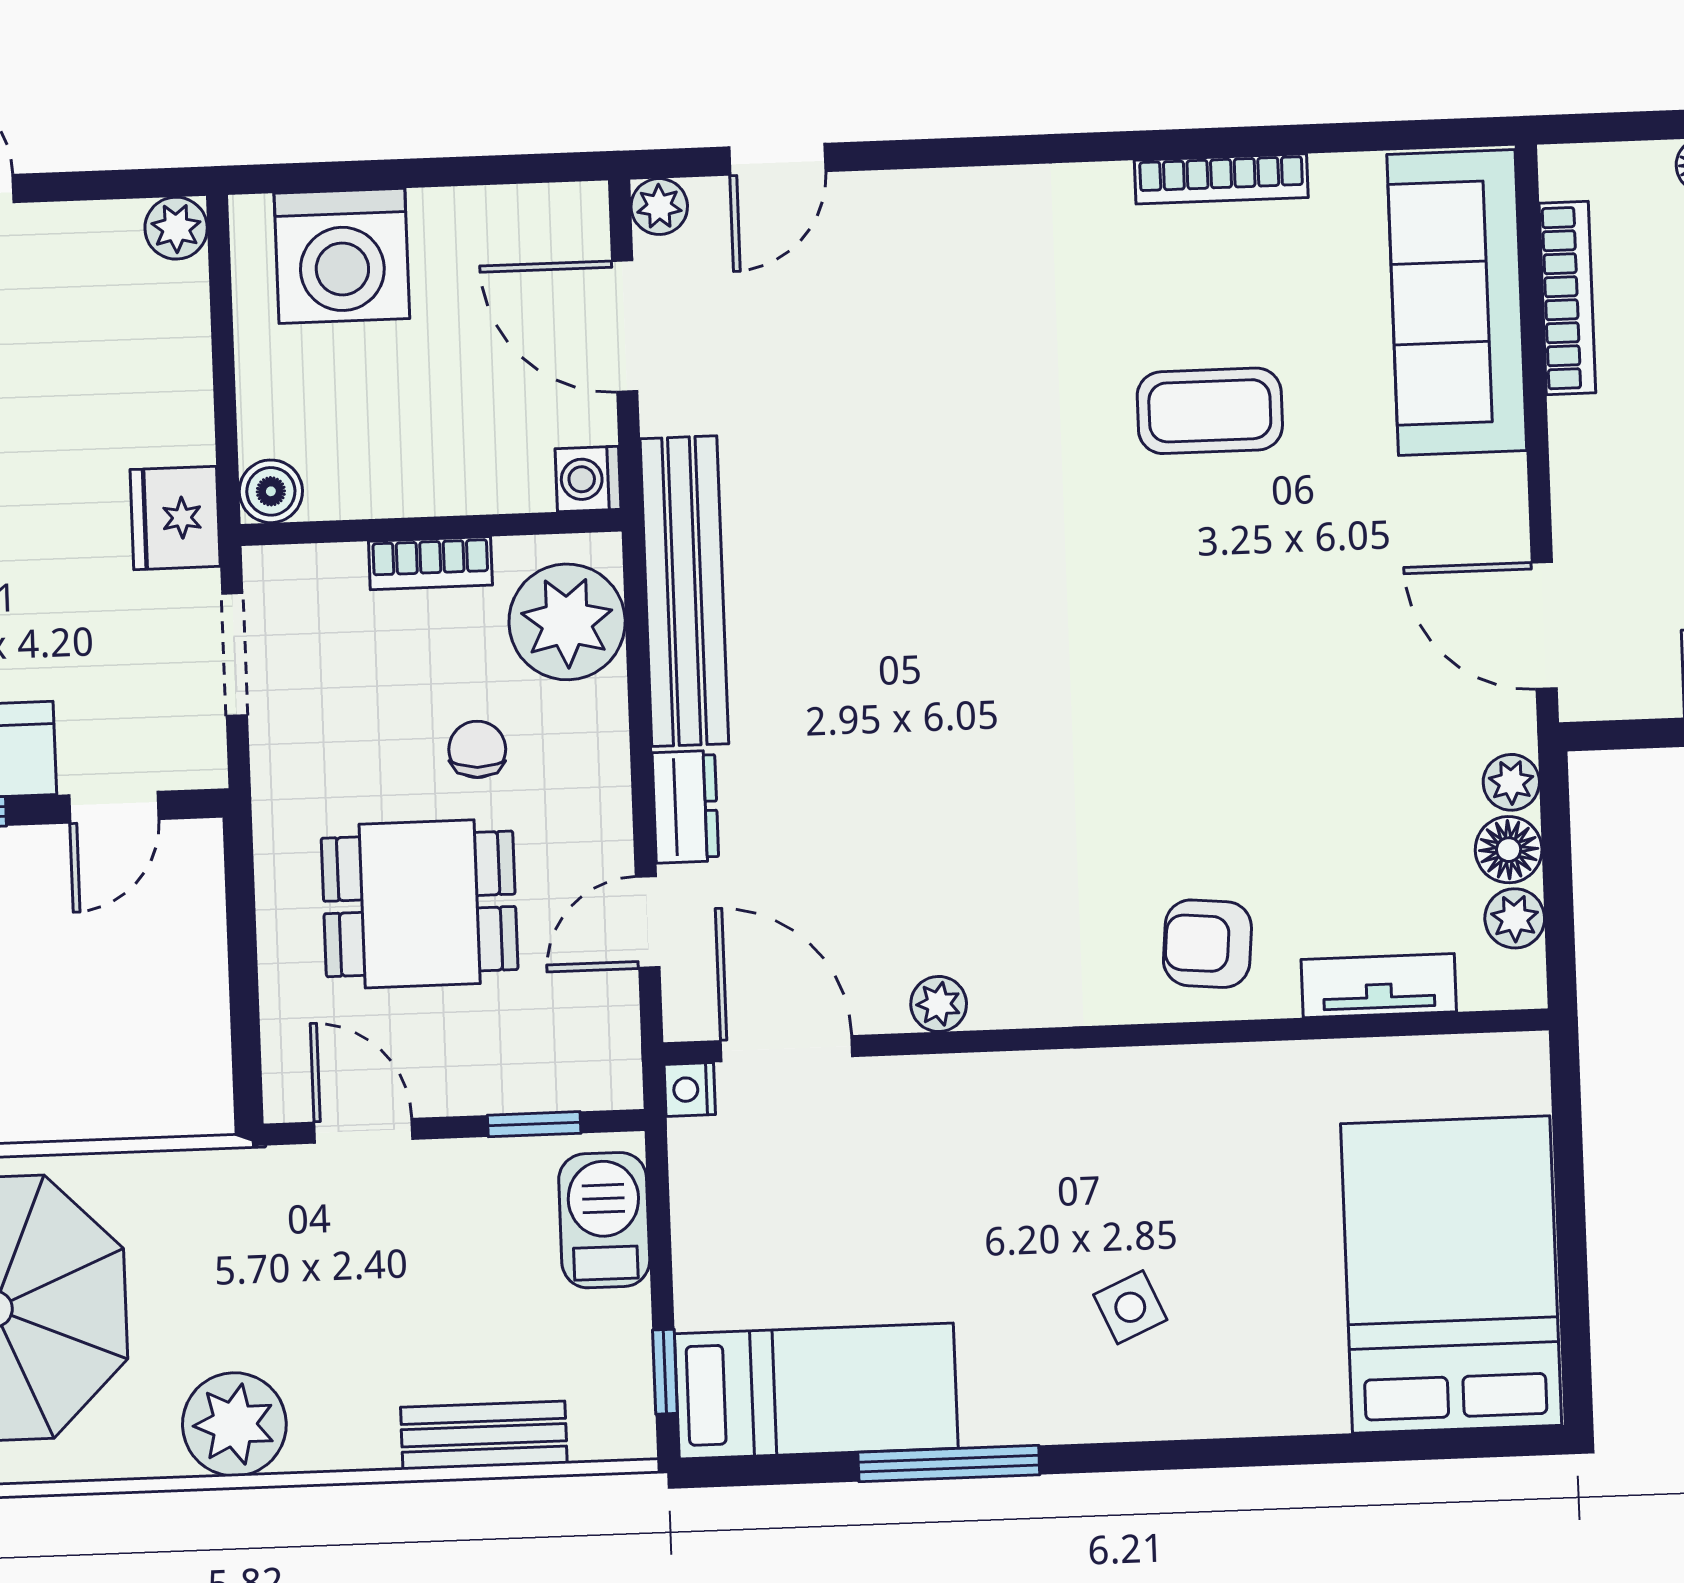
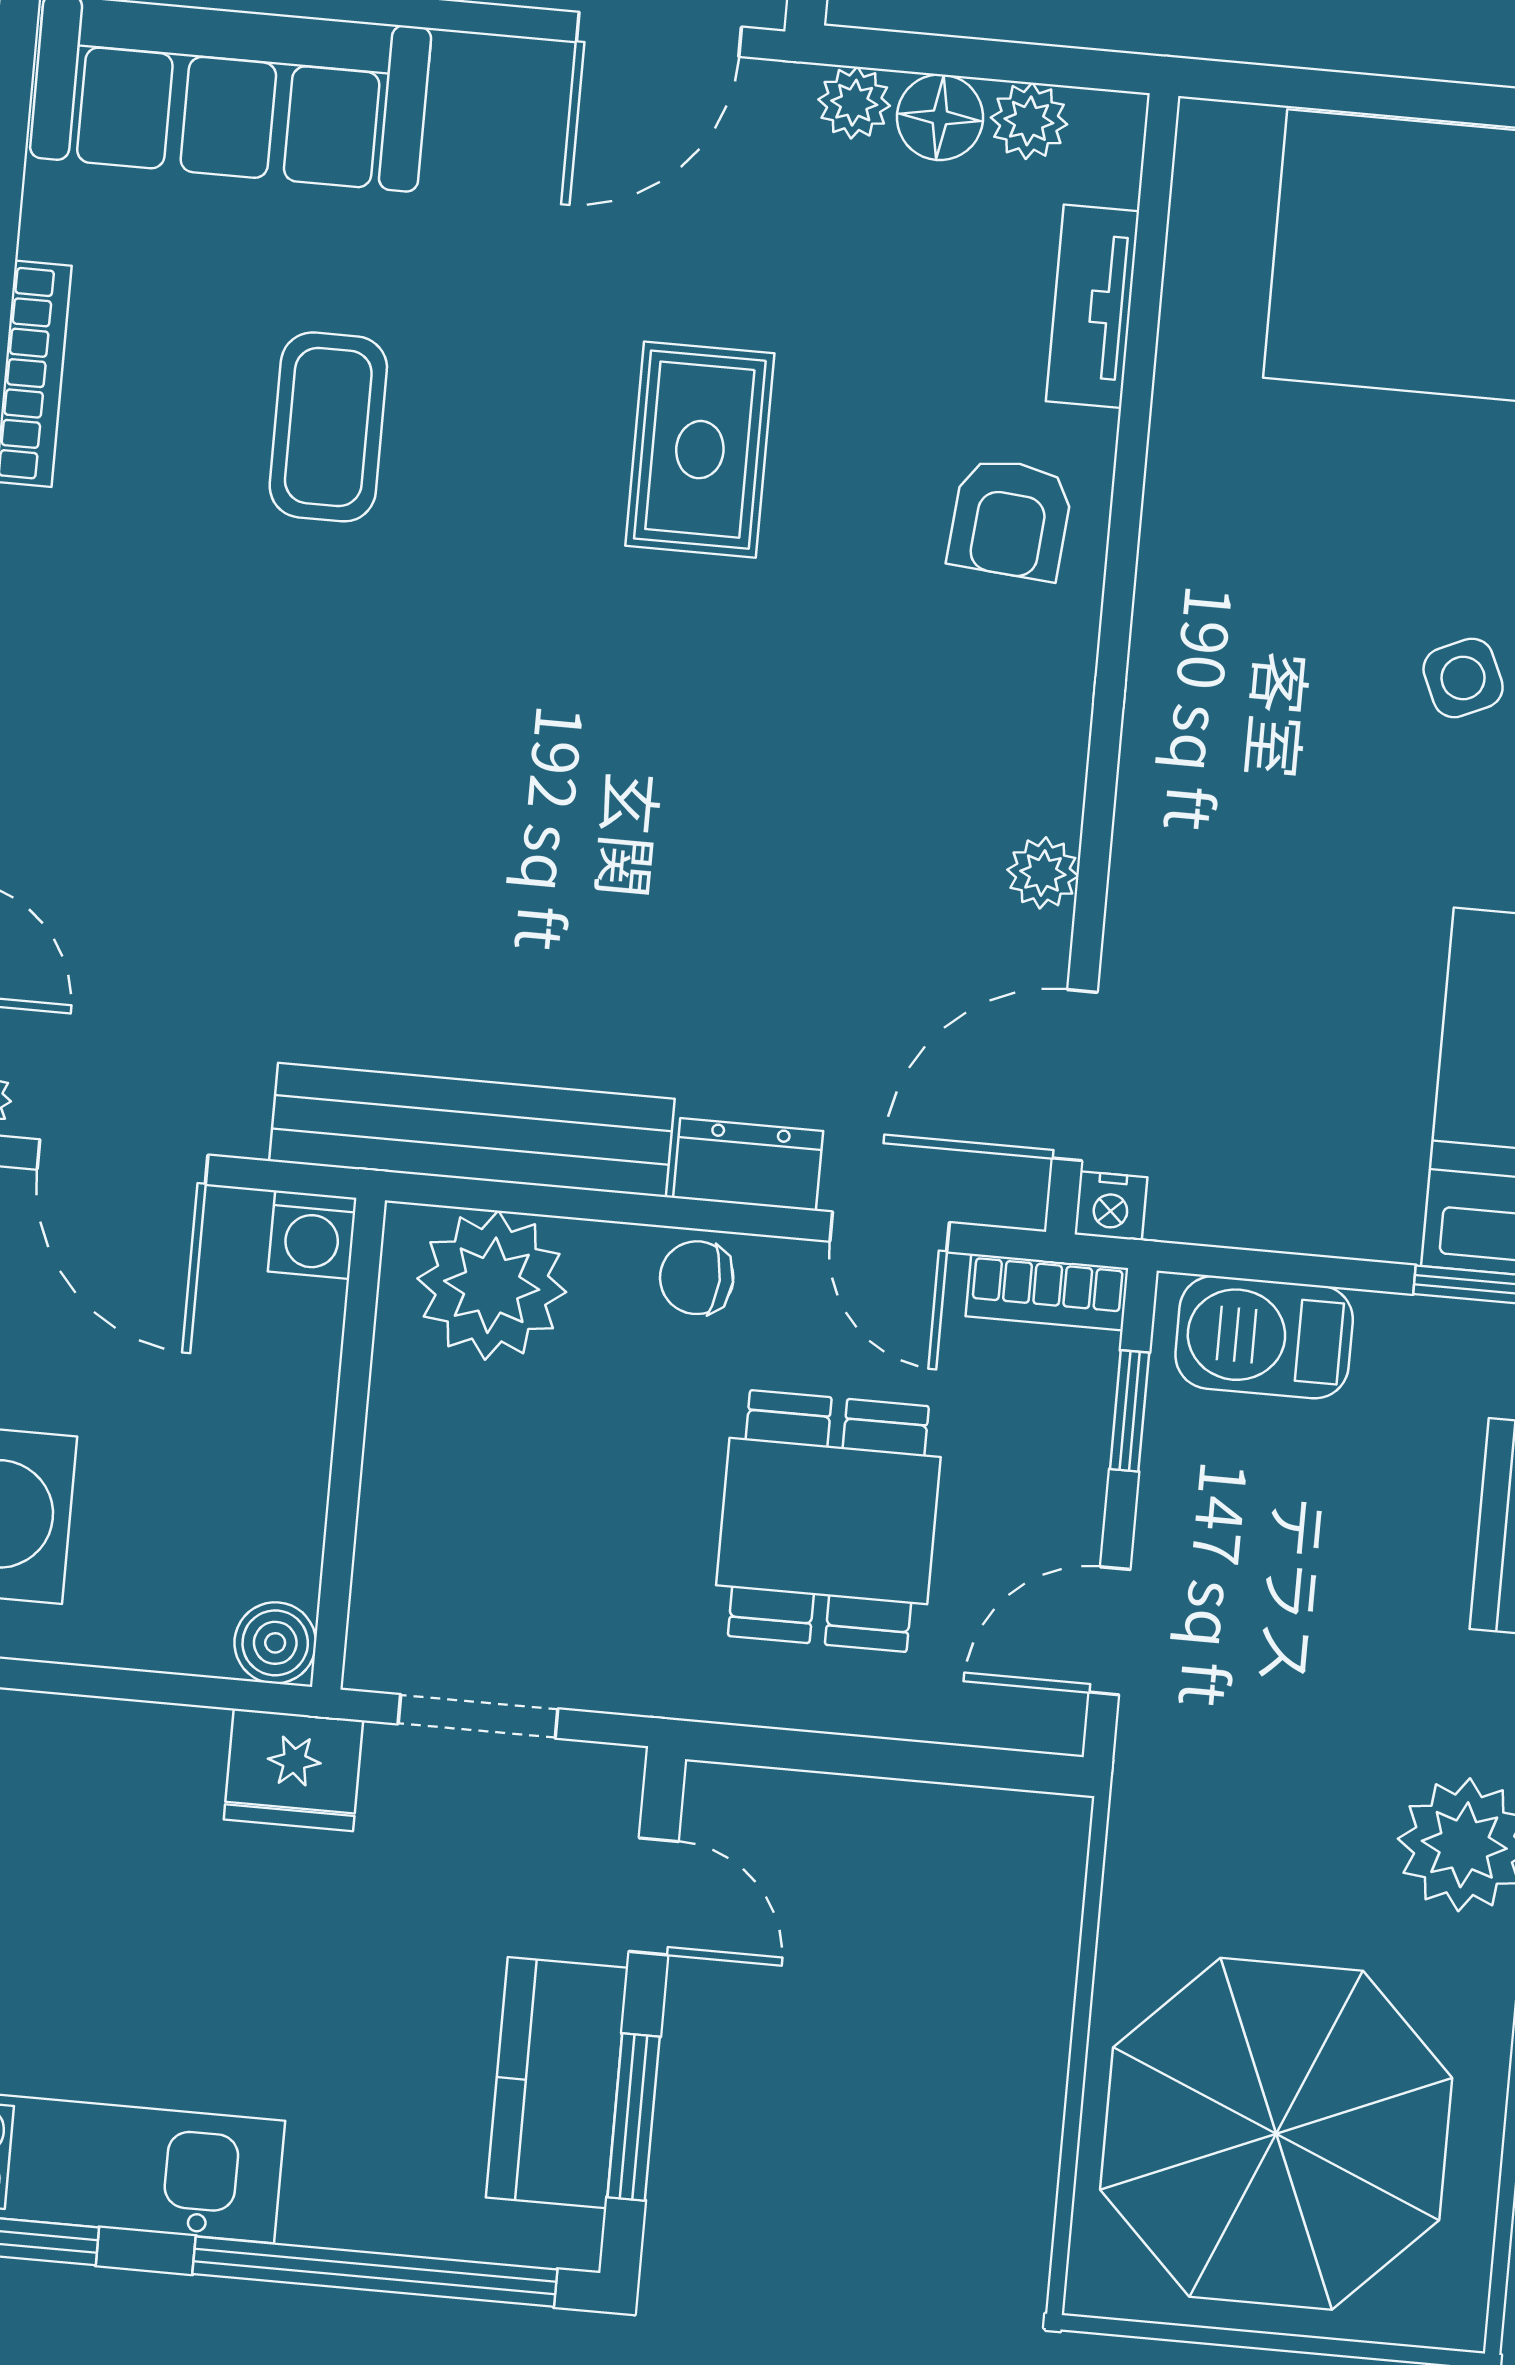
door: (625, 326) -> (123, 1162), hinge flipped
bookcase: (430, 563) -> (1047, 1292), moved, turned 90
rug: (1229, 698) -> (700, 450), added
chair: (477, 749) -> (697, 1278), moved

